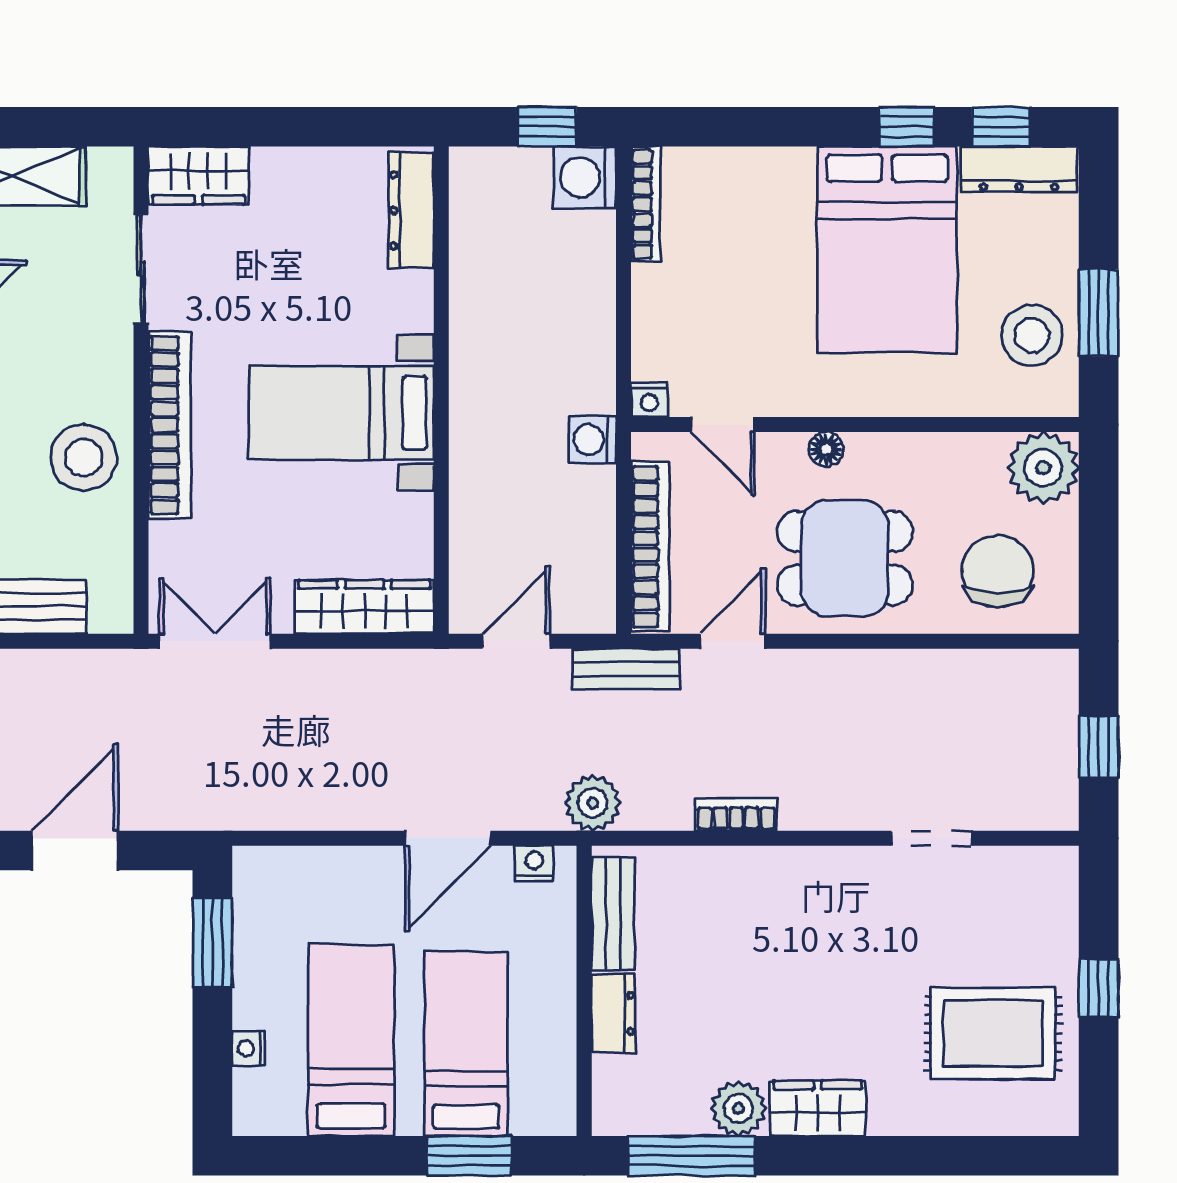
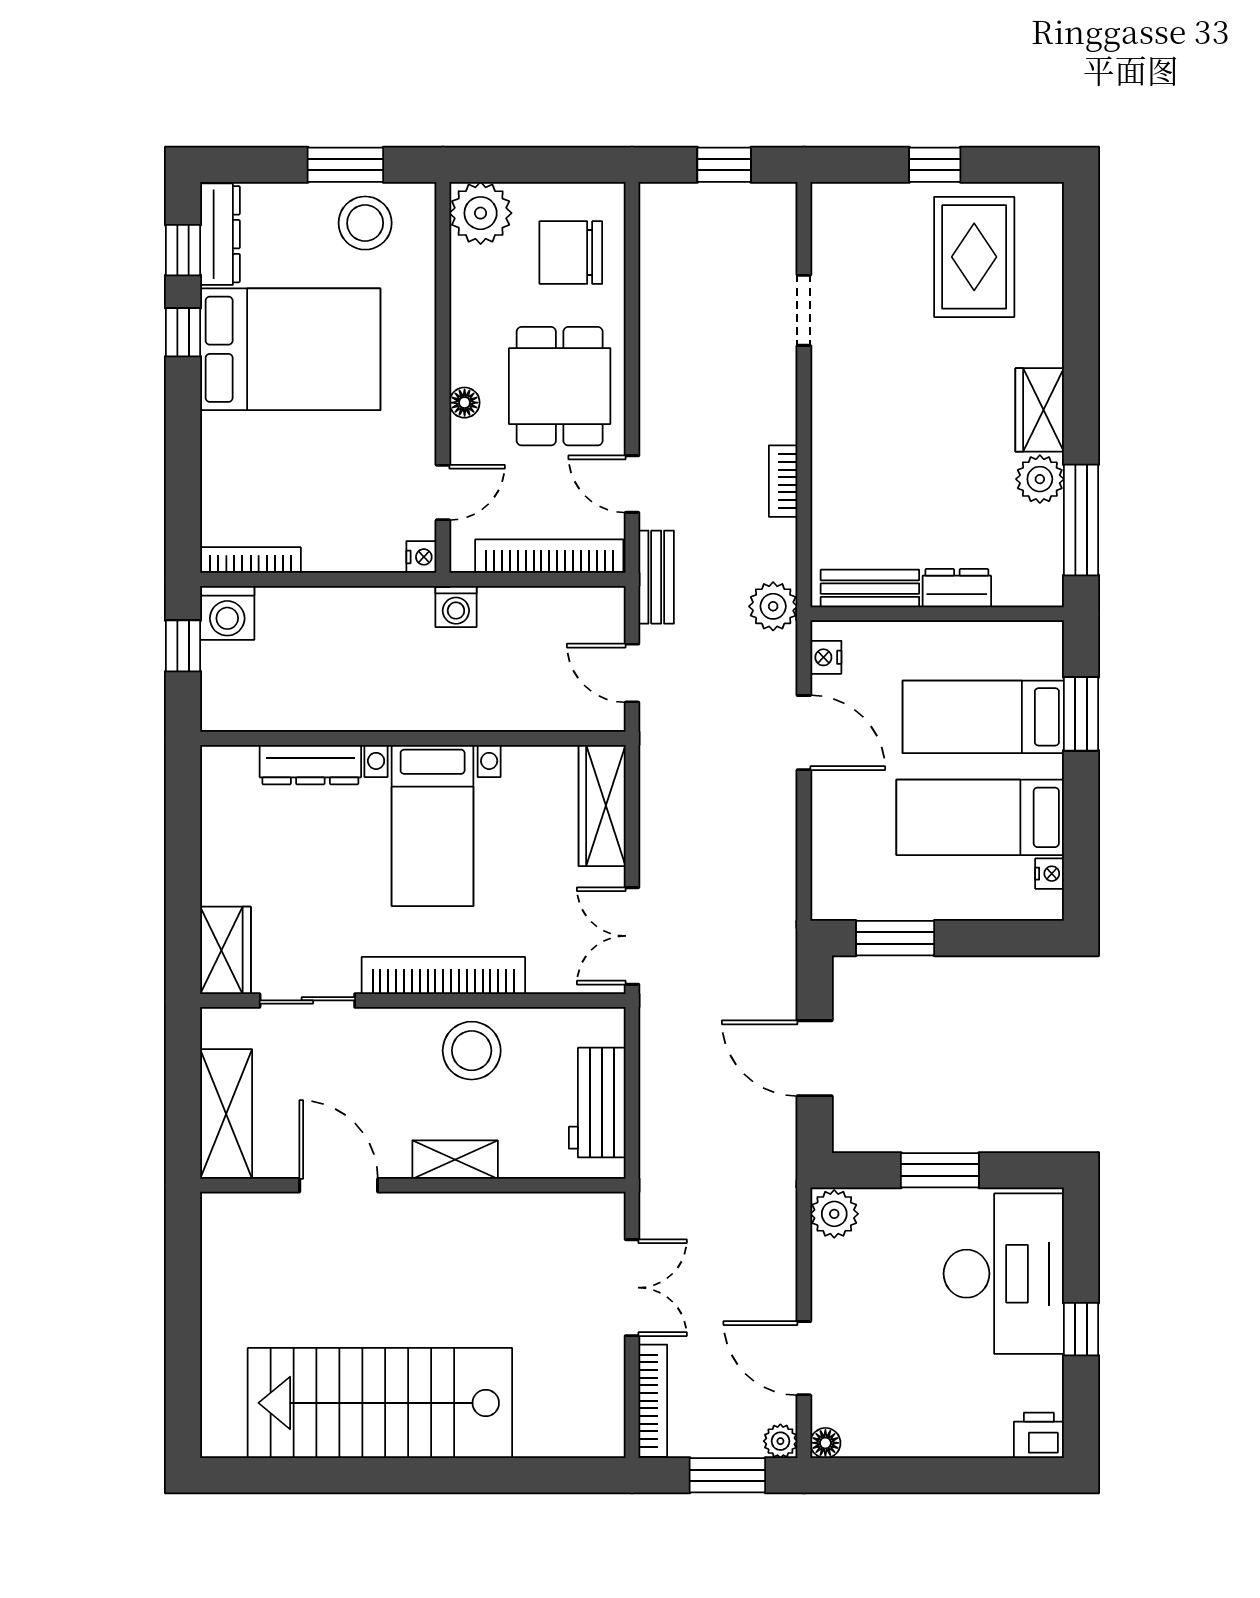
dresser: (411, 210) -> (310, 765), moved
nightstand: (249, 1048) -> (1050, 874), moved, turned -90

